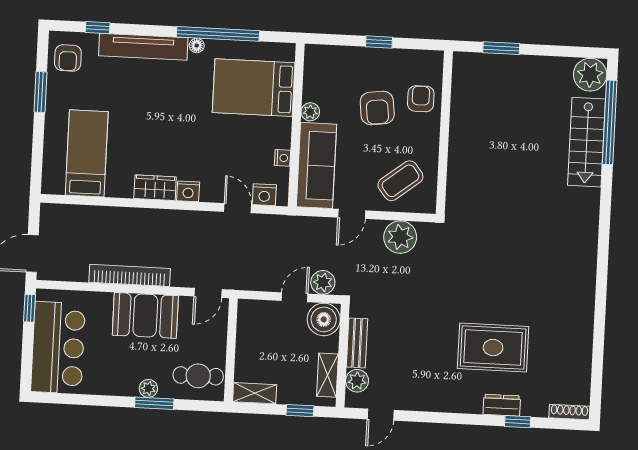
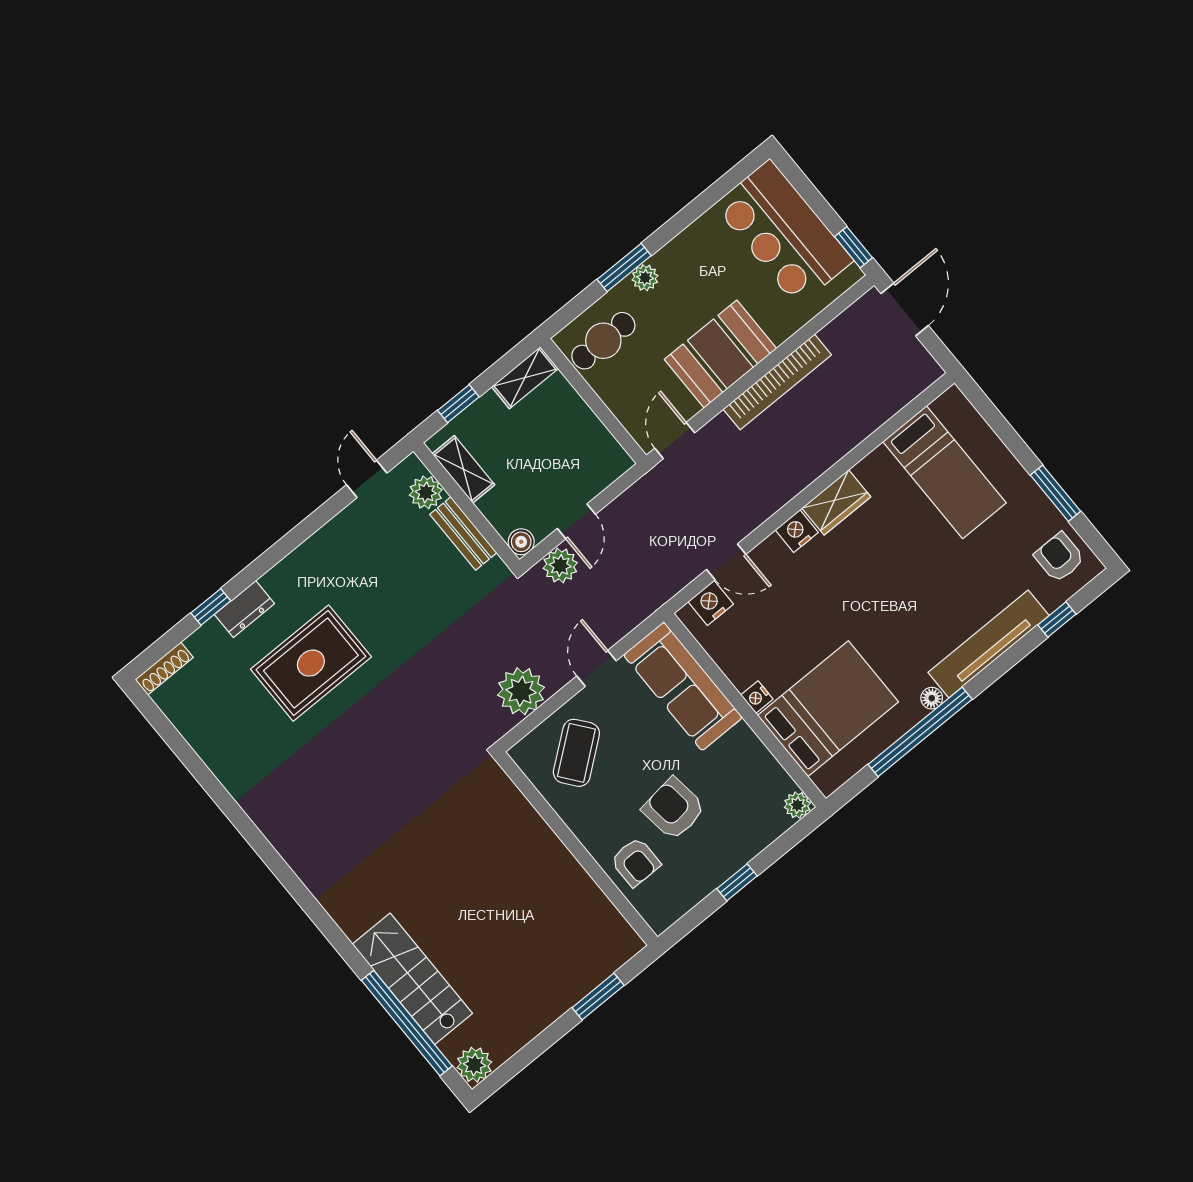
plant: (590, 75) -> (474, 1065), width x0.73, depth x0.73
plant: (310, 112) -> (797, 805), moved
nightstand: (283, 158) -> (757, 697), moved
boiler: (324, 319) -> (521, 542), width x0.54, depth x0.54

